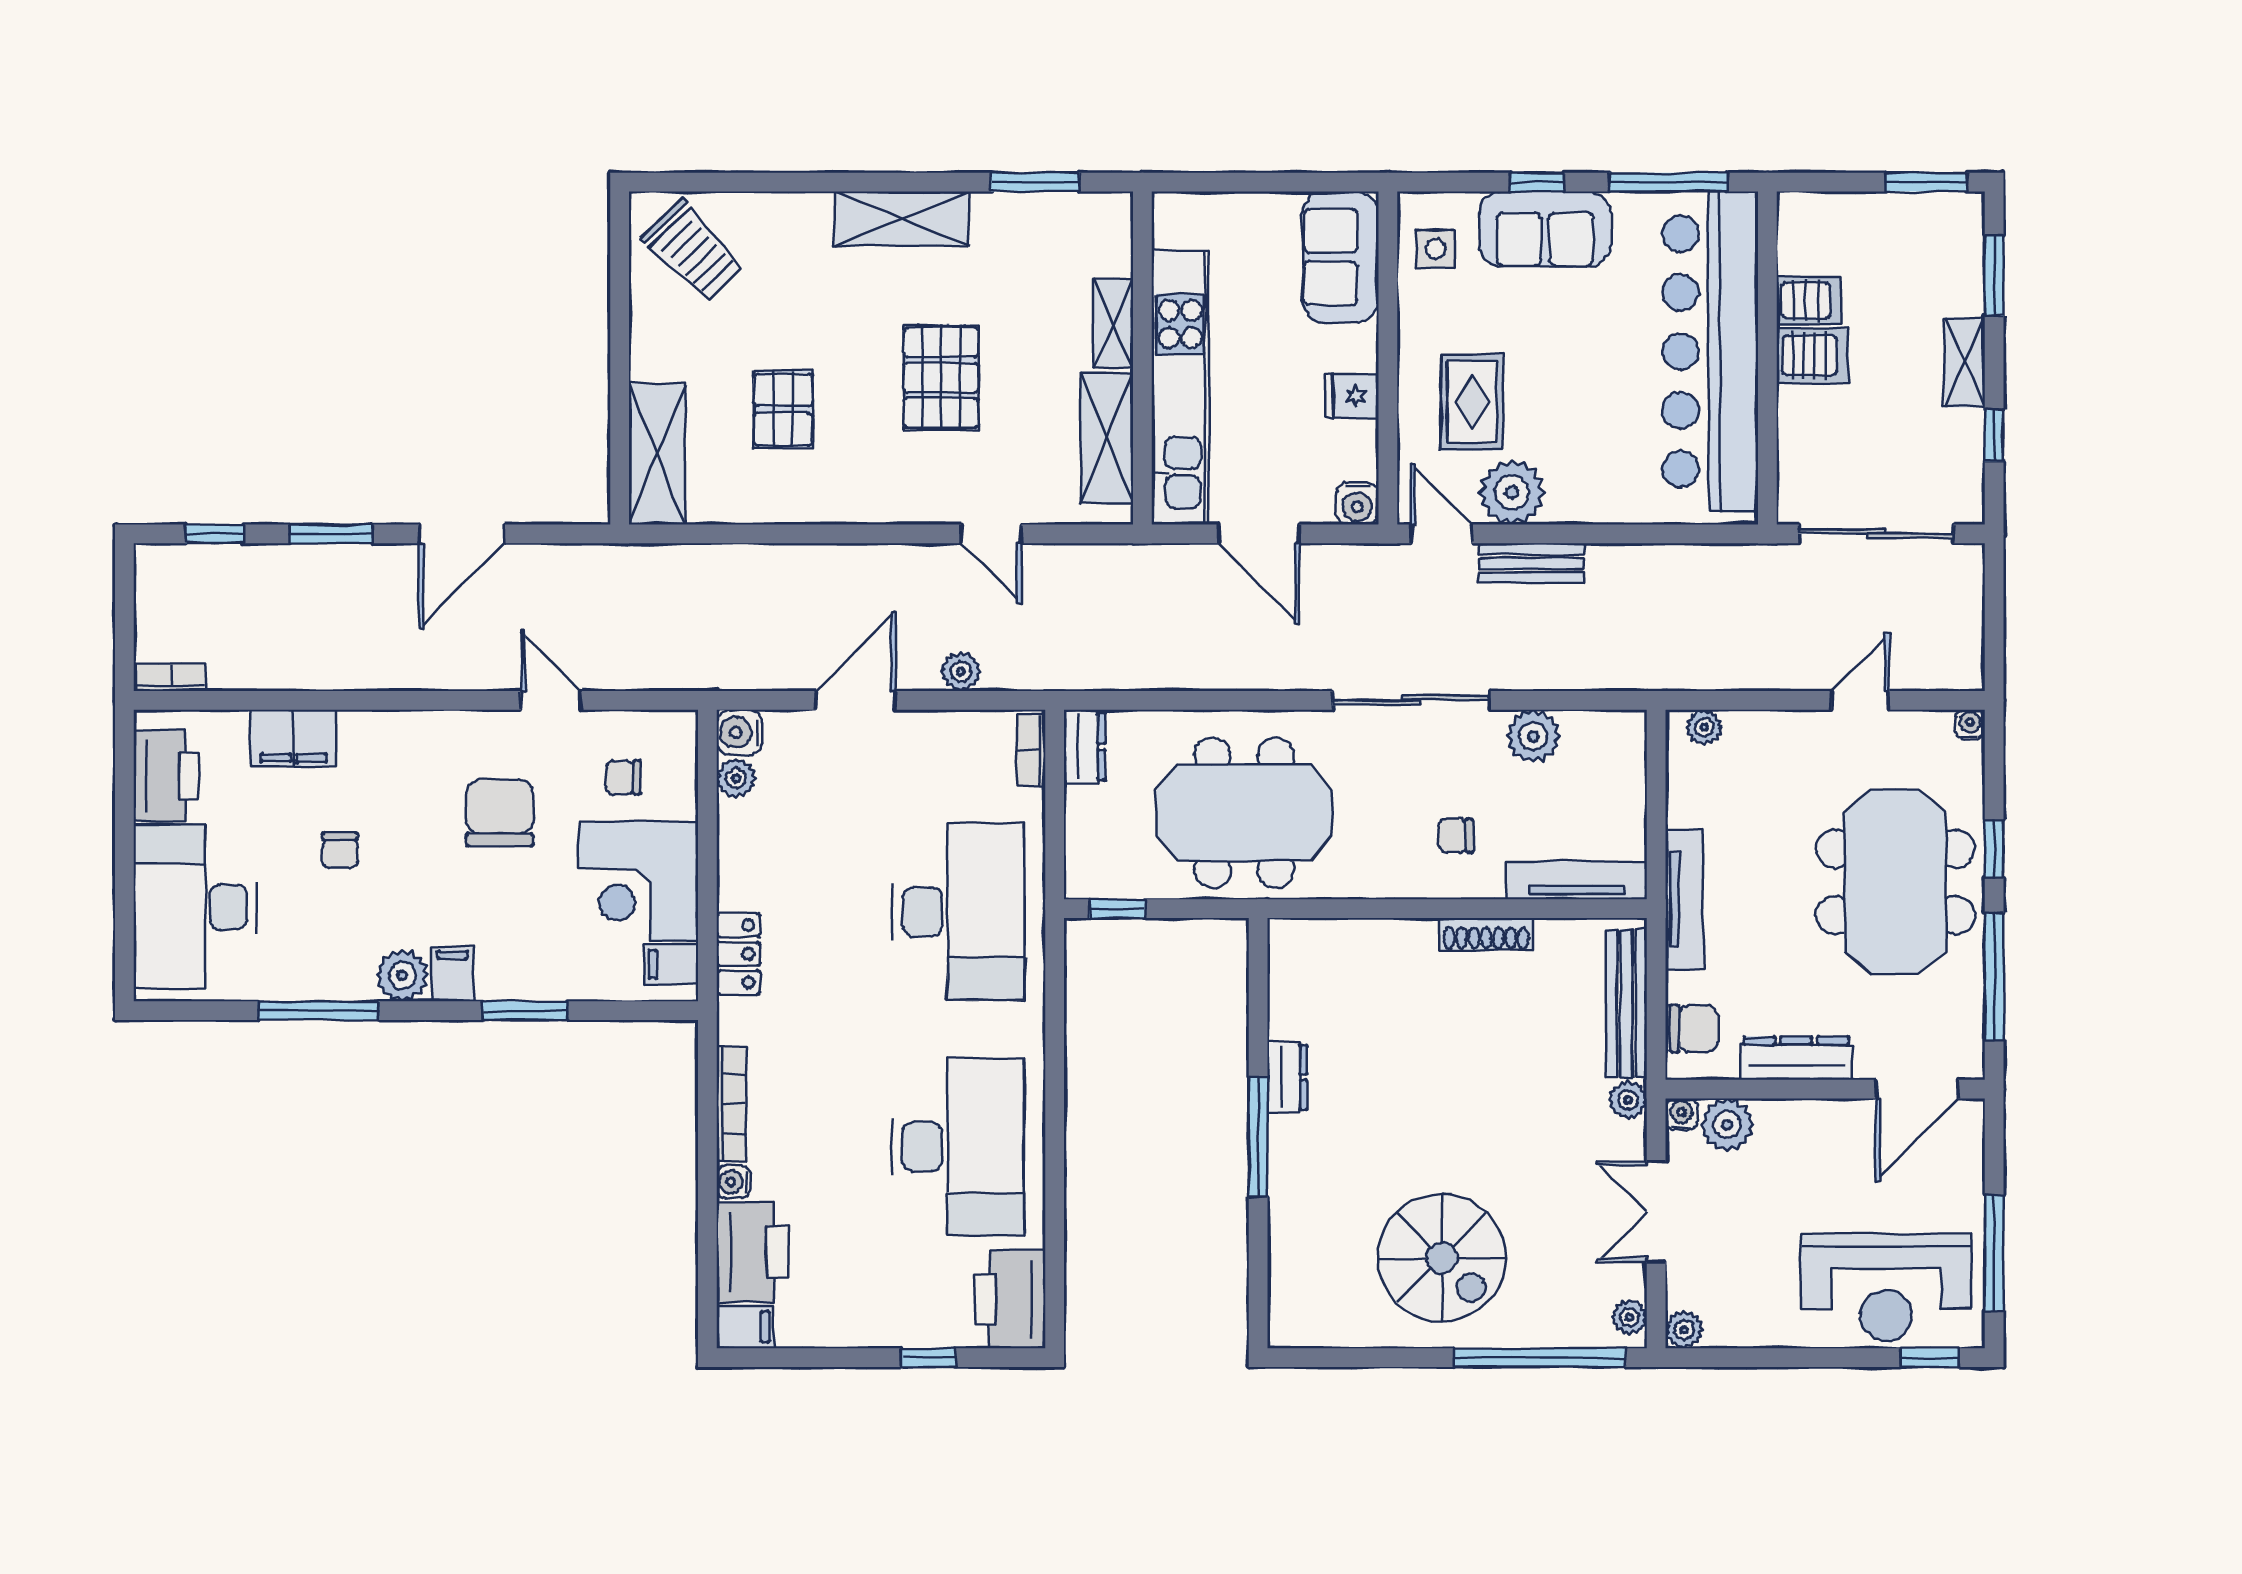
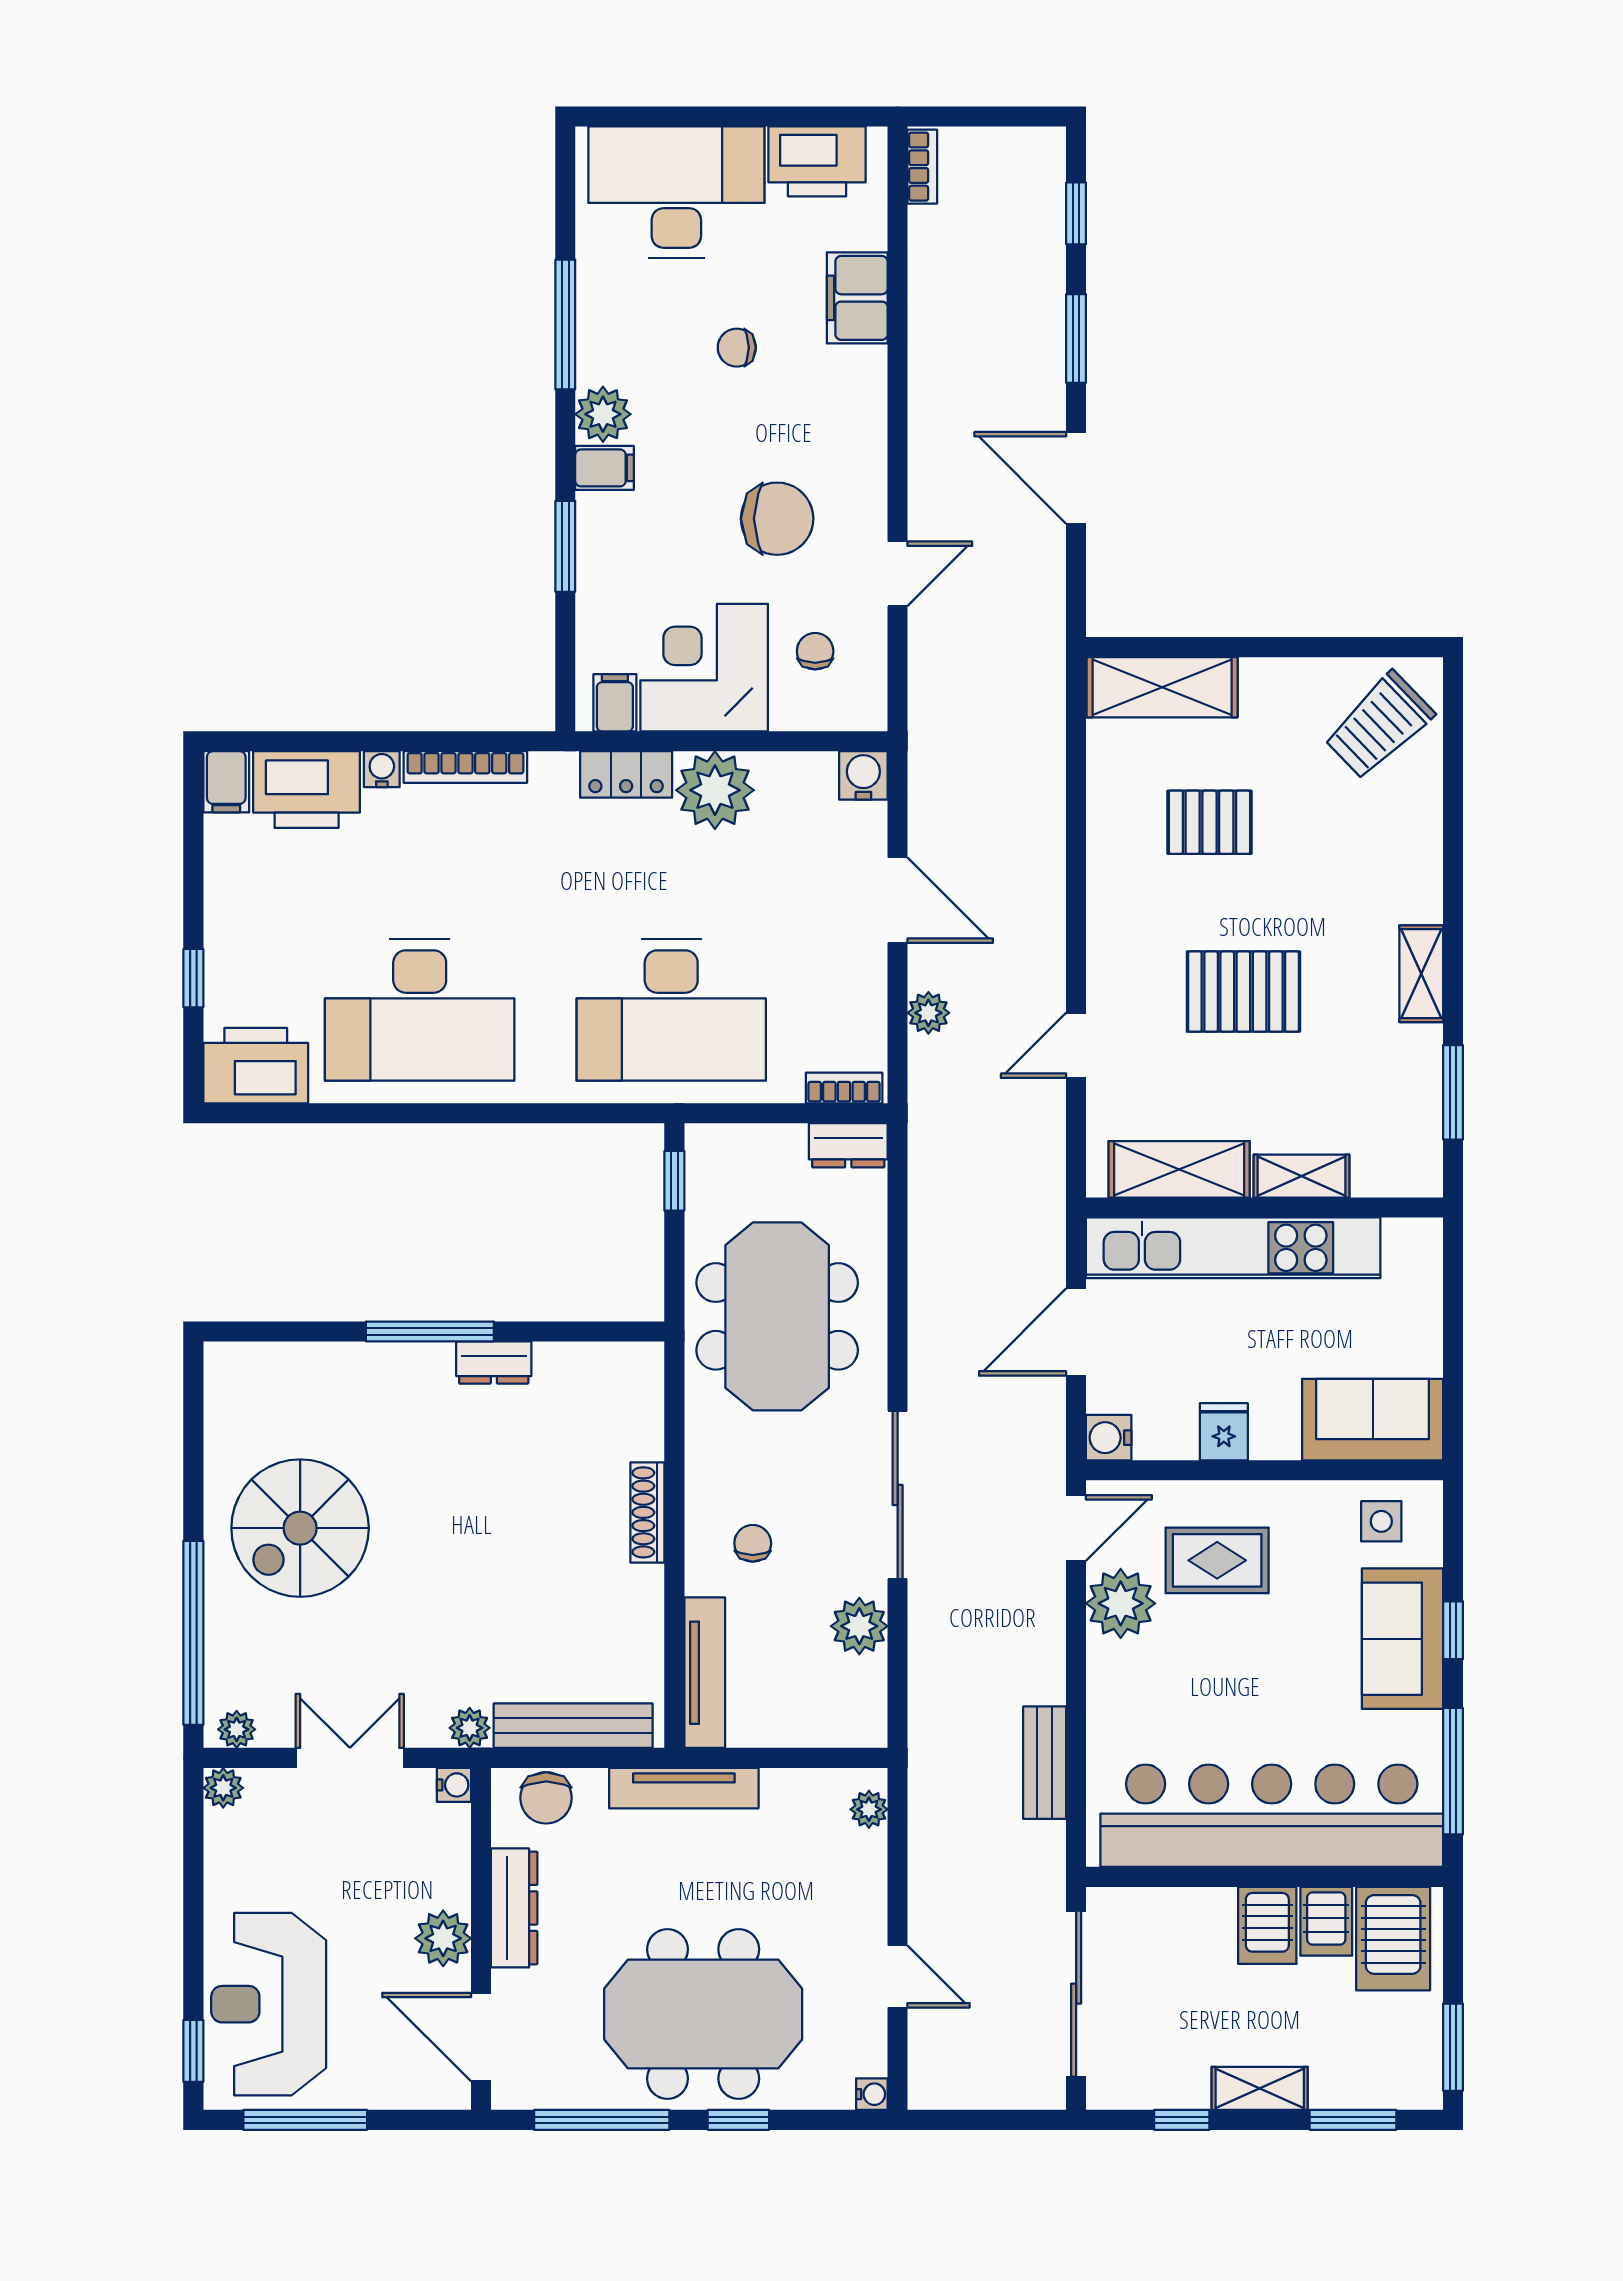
shelving: (902, 218) -> (1421, 974), width x0.67, depth x0.75
server rack: (1825, 238) -> (1393, 1939), added
bench: (1531, 563) -> (1045, 1763), moved
plant: (736, 778) -> (715, 790), moved, width x1.88, depth x1.88
shoe rack: (1486, 934) -> (647, 1512), moved
plant: (1727, 1125) -> (443, 1938), moved

